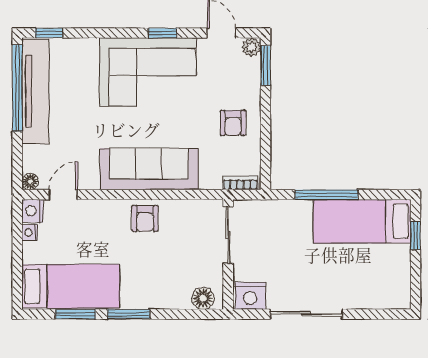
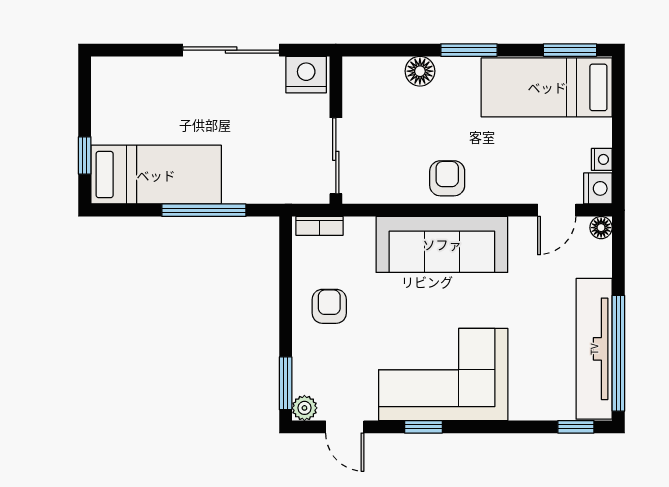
floor lamp: (203, 298) -> (420, 71), moved
window: (75, 314) -> (570, 50), moved

